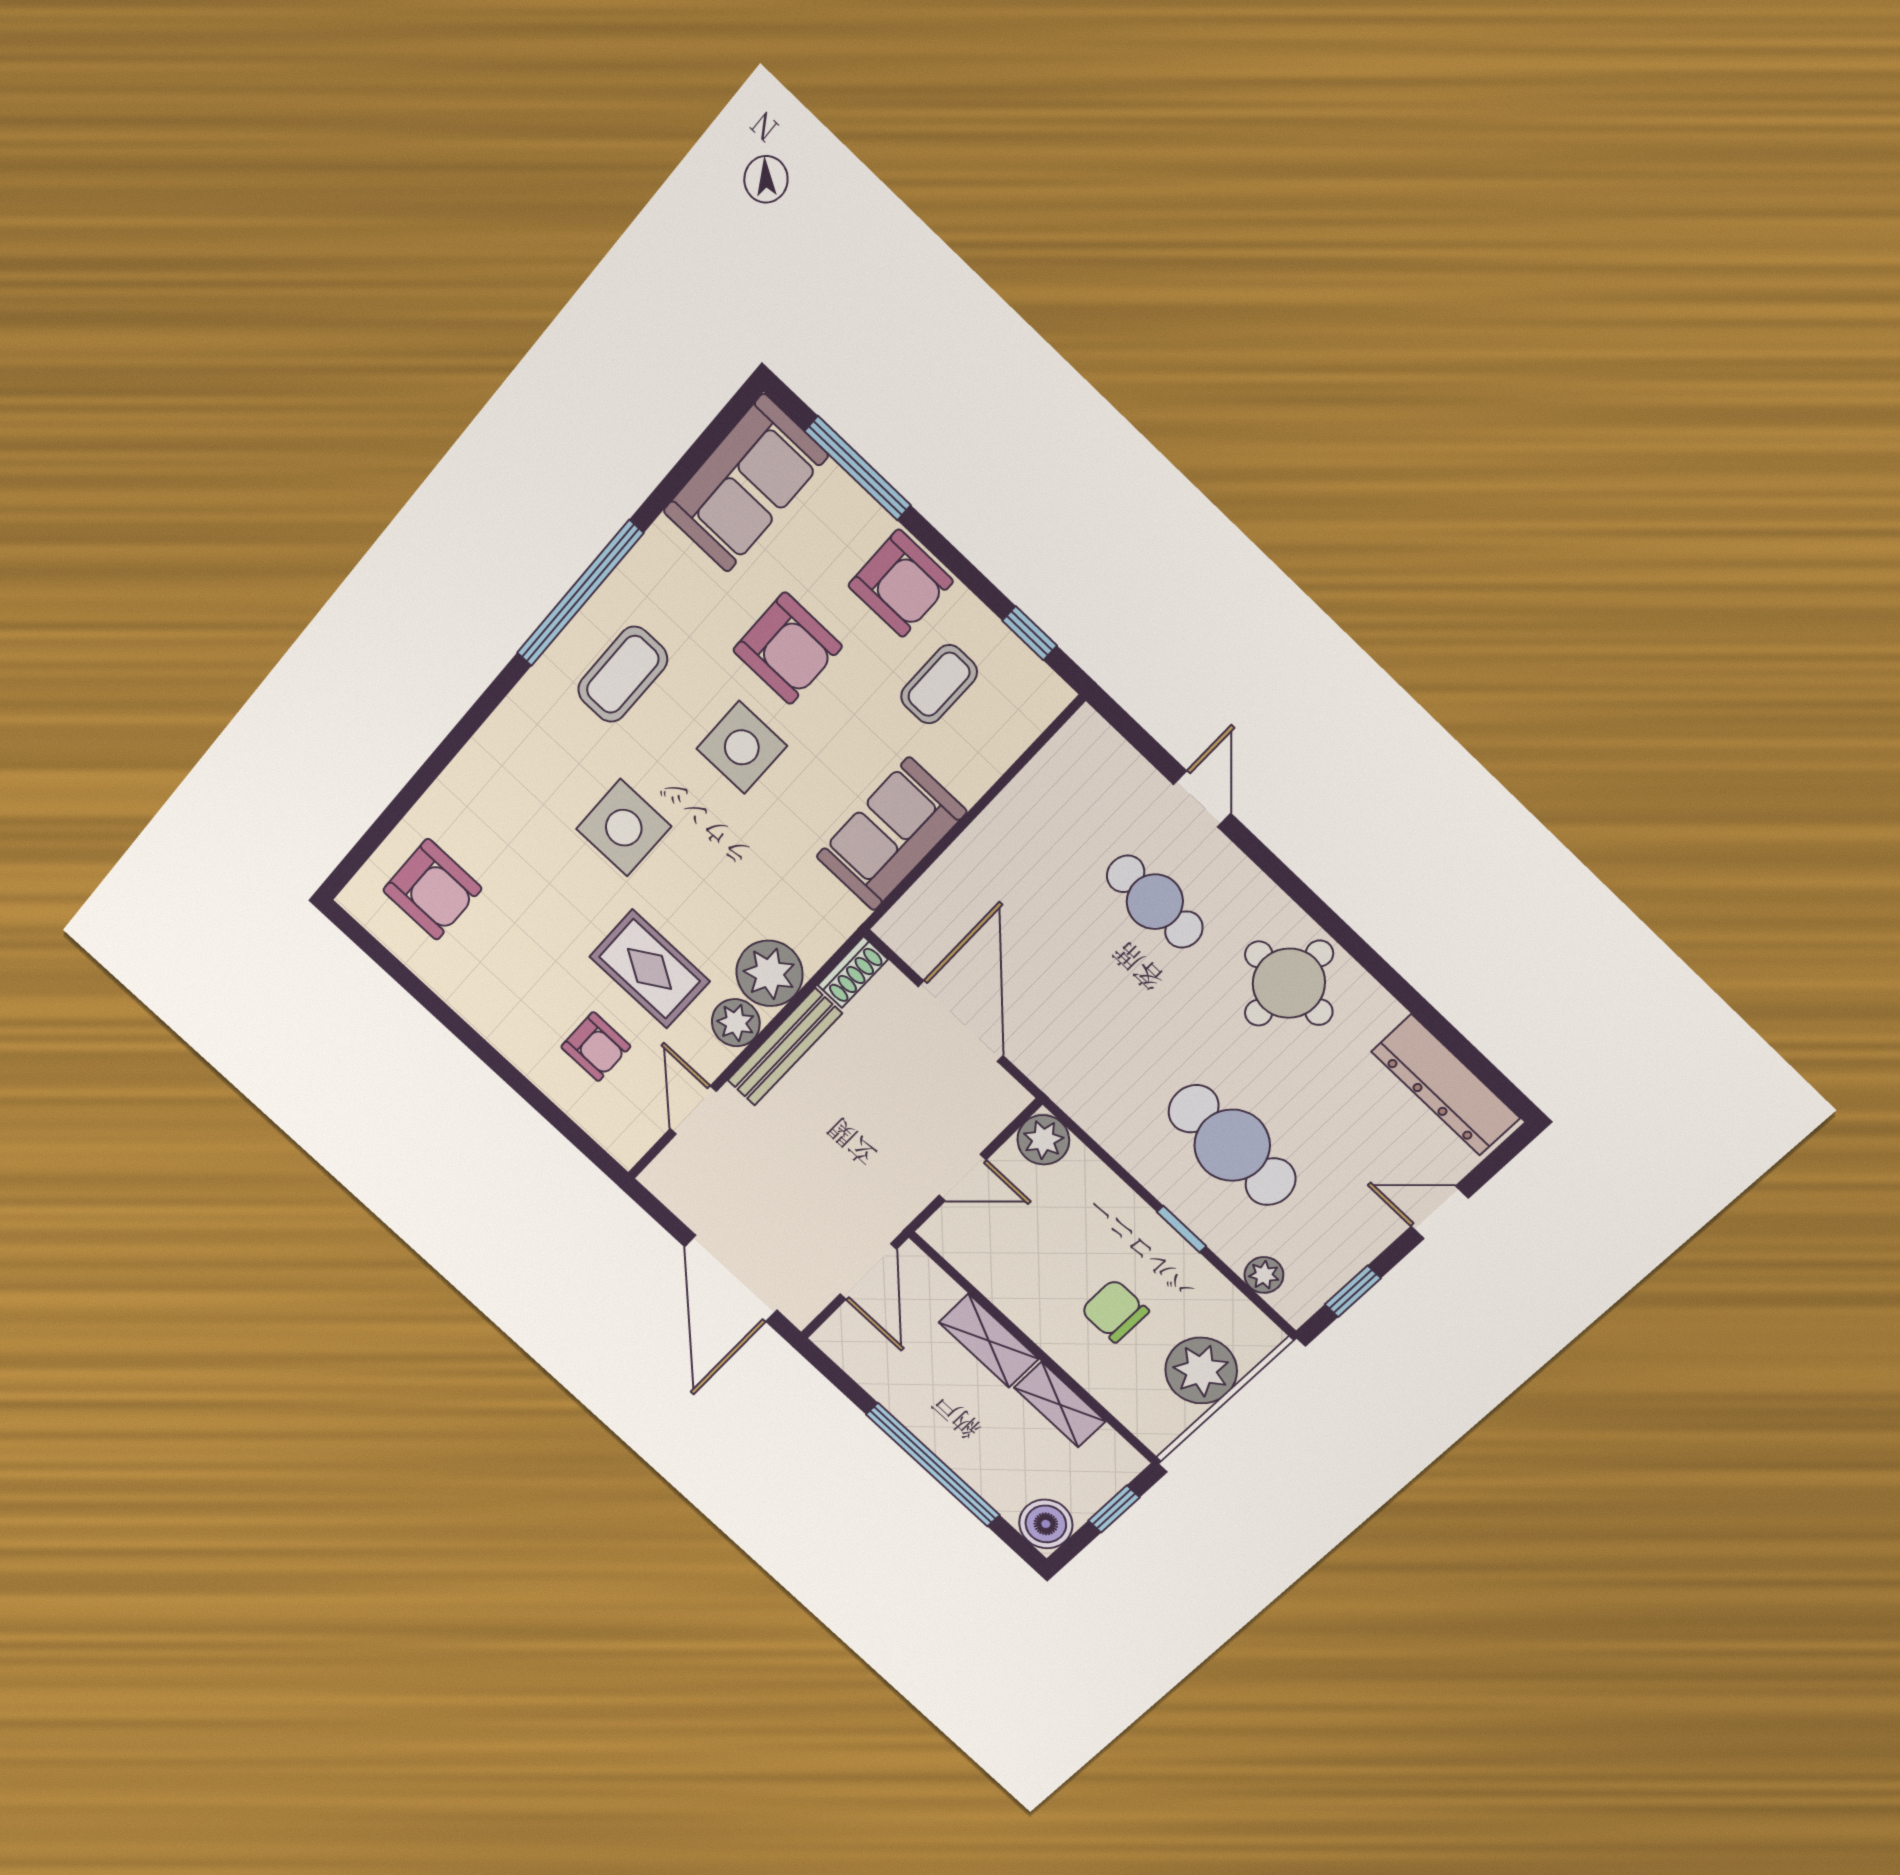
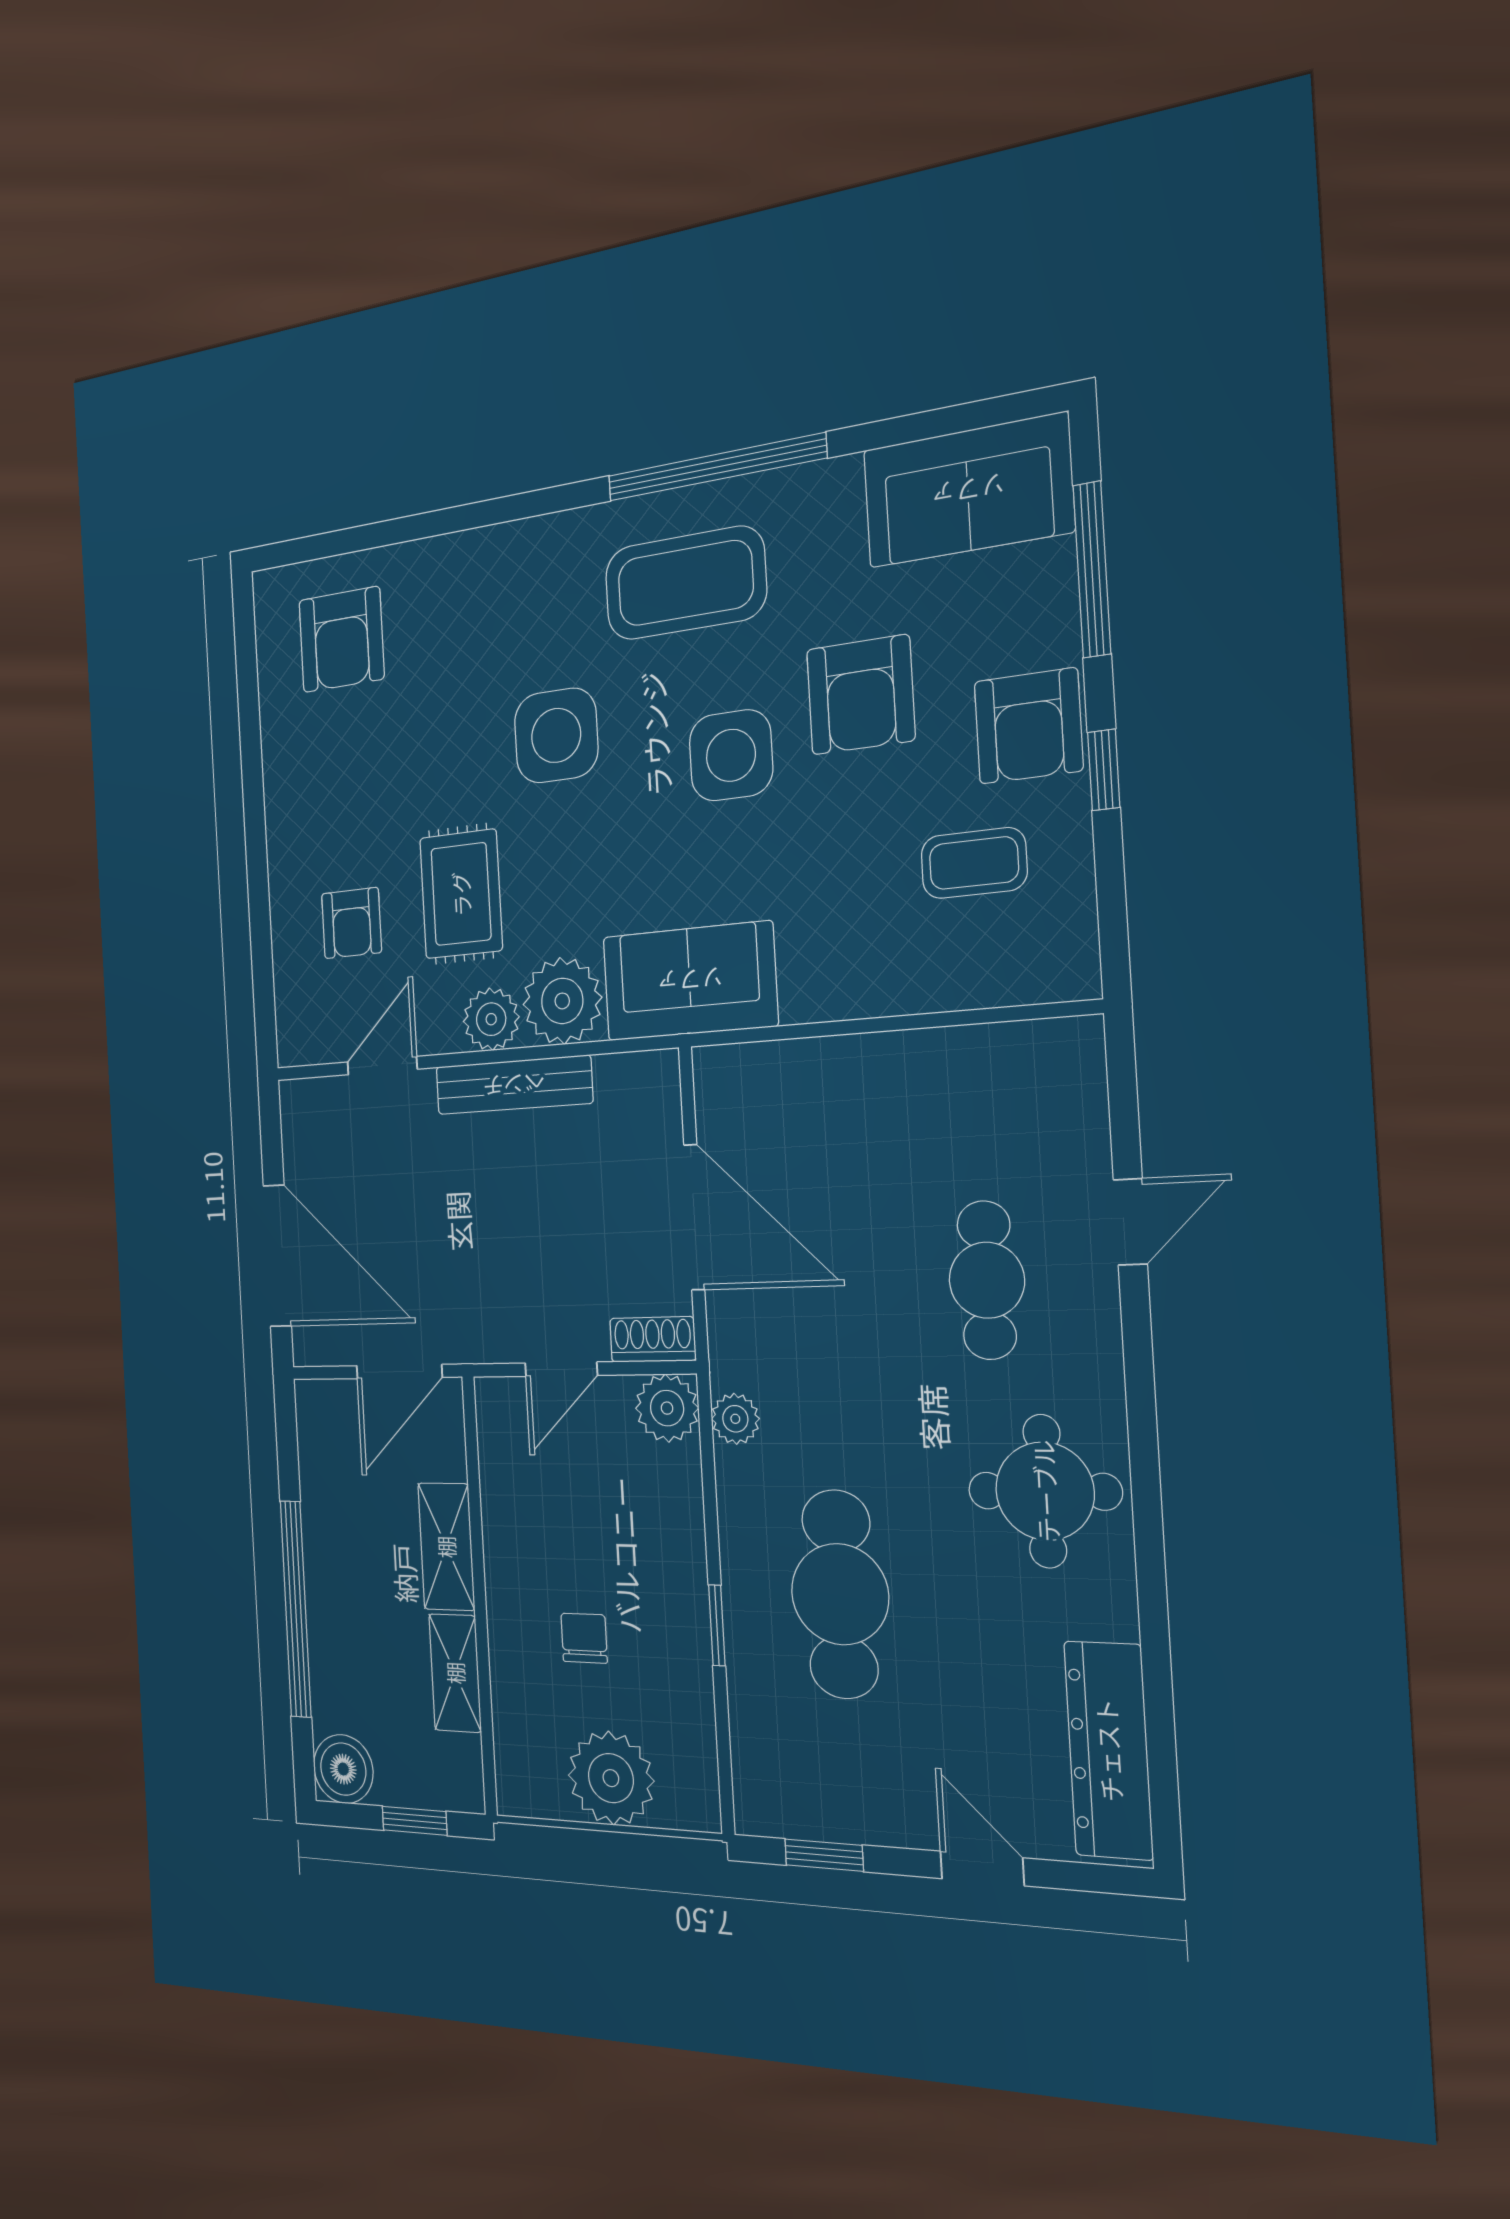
window: (1030, 633) -> (1104, 770), moved
coffee table: (623, 674) -> (685, 583), width x1.36, depth x1.32
sofa: (891, 834) -> (690, 981), moved
shoe rack: (853, 972) -> (653, 1339), moved, turned 180
door: (961, 1021) -> (694, 1217), hinge flipped
door: (963, 1178) -> (561, 1369), hinge flipped
plant: (1264, 1275) -> (735, 1419), moved
door: (731, 1278) -> (277, 1256), swing flipped
chair: (1115, 1311) -> (584, 1638), width x0.73, depth x0.73

